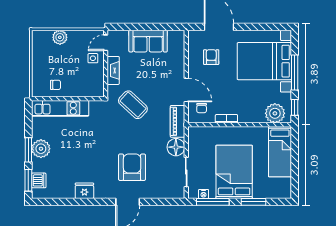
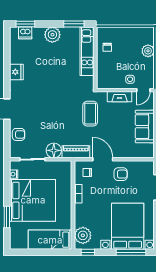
door: (106, 43) -> (143, 90), swing flipped
armchair: (211, 57) -> (121, 174), moved
window: (295, 72) -> (131, 252), moved
door: (186, 90) -> (103, 159), swing flipped
coffee table: (133, 105) -> (90, 114), turned -43
window: (28, 150) -> (74, 24), moved
armchair: (132, 167) -> (19, 134), moved, width x0.53, depth x0.53
bed: (234, 172) -> (33, 200), width x1.36
window: (213, 202) -> (7, 182), removed

